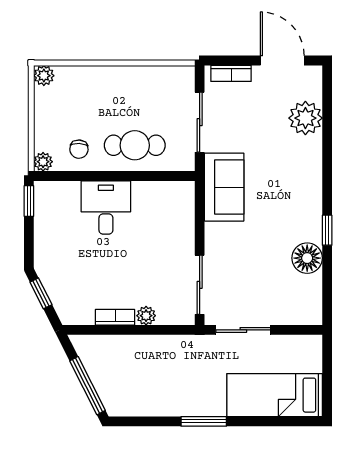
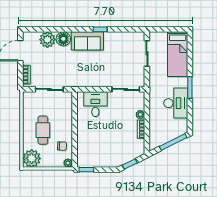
plant: (44, 76) -> (32, 158), width x1.88, depth x1.88
cafe table: (135, 145) -> (43, 130), moved
sofa: (224, 187) -> (87, 41), moved, turned 180
desk: (106, 207) -> (95, 104), moved, turned 90
floor lamp: (307, 258) -> (63, 39), moved
sliding door: (243, 330) -> (147, 53), moved
desk: (170, 391) -> (176, 103), added

